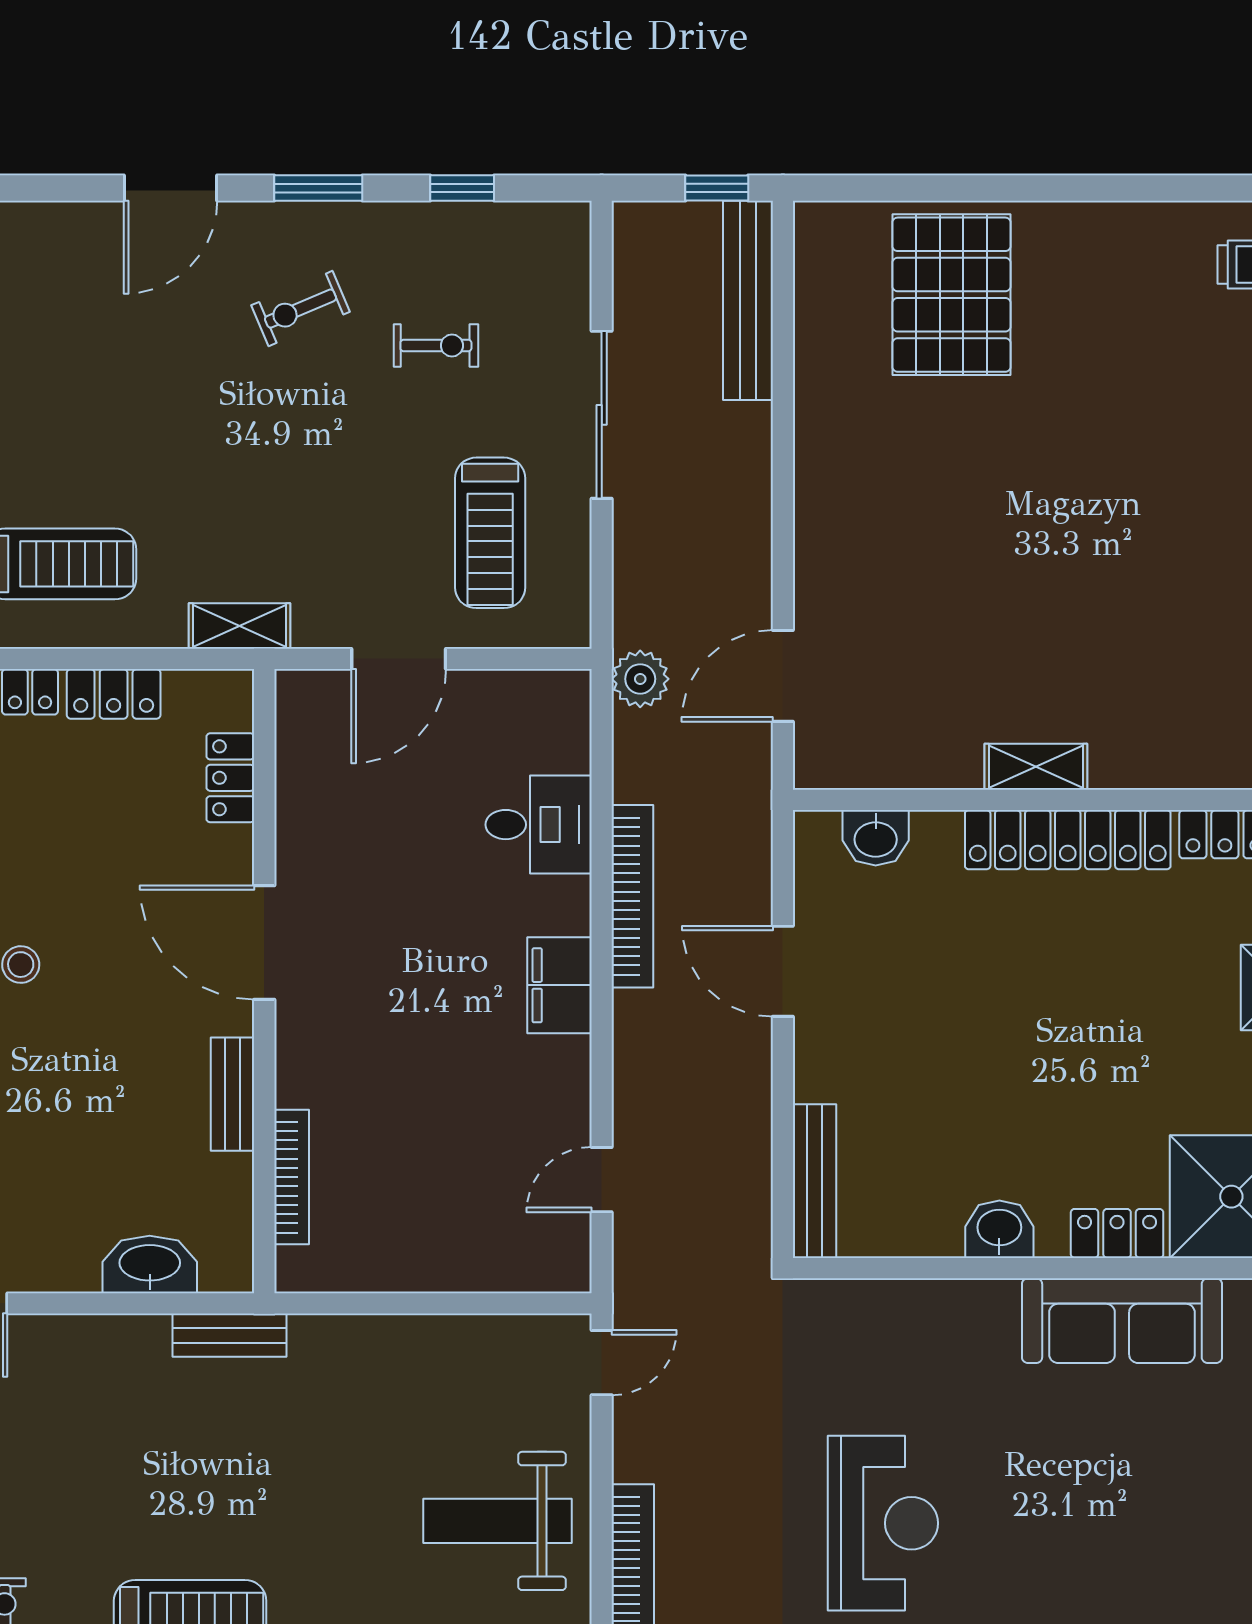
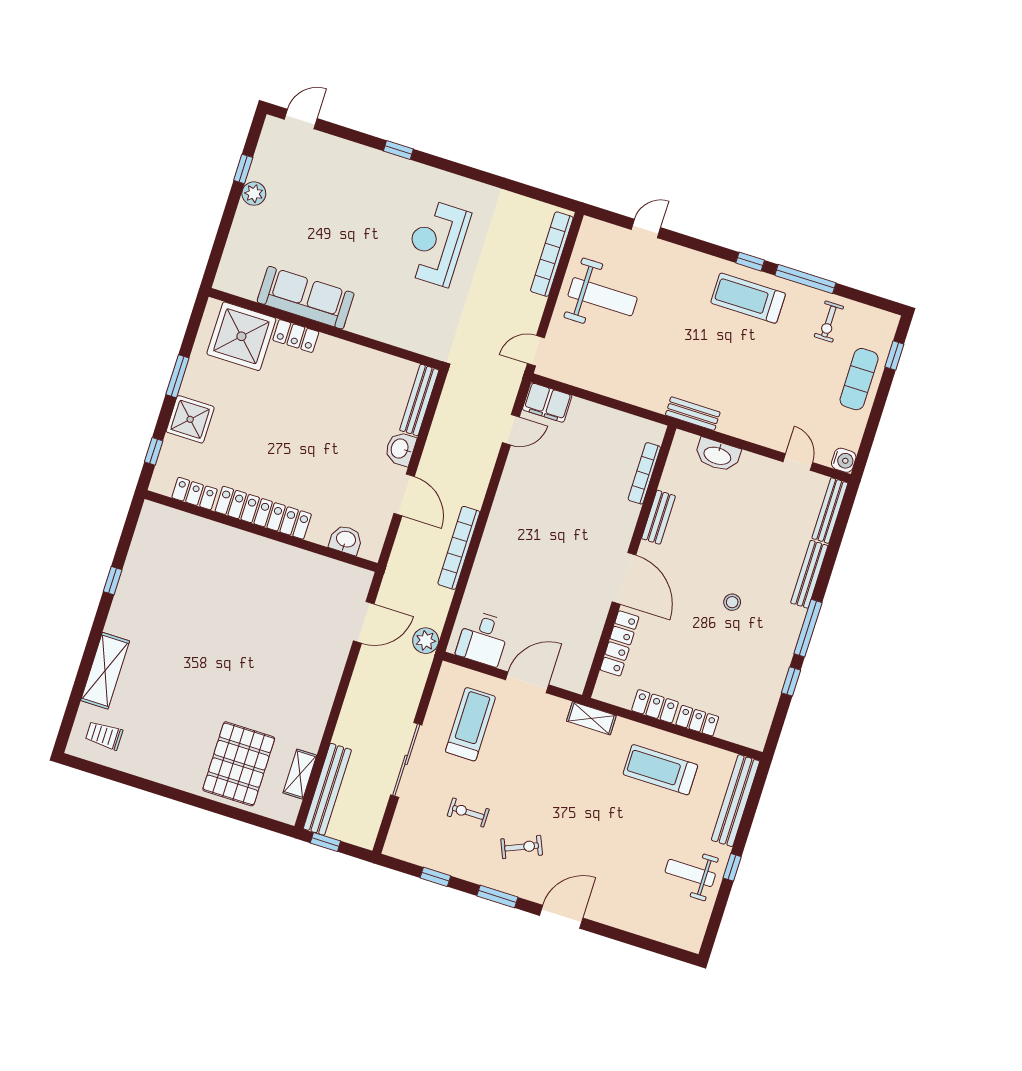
shelving: (1036, 767) -> (300, 774), moved, turned 90
locker: (230, 778) -> (619, 643), width x1.53
desk: (539, 825) -> (483, 638), moved, turned -90
filing cabinet: (560, 985) -> (547, 403), moved, turned 90
washbasin: (999, 1229) -> (400, 449), moved, turned 90

